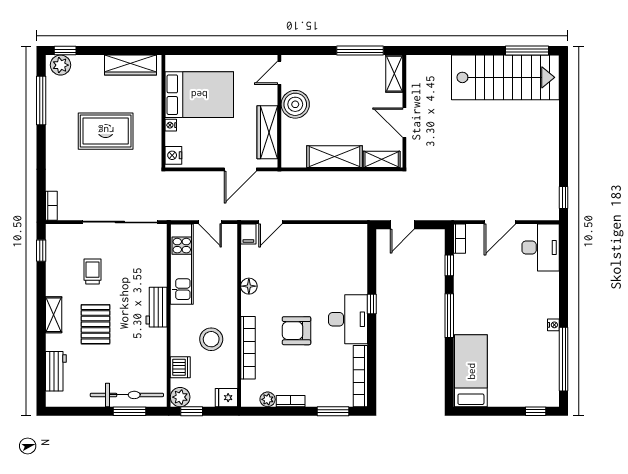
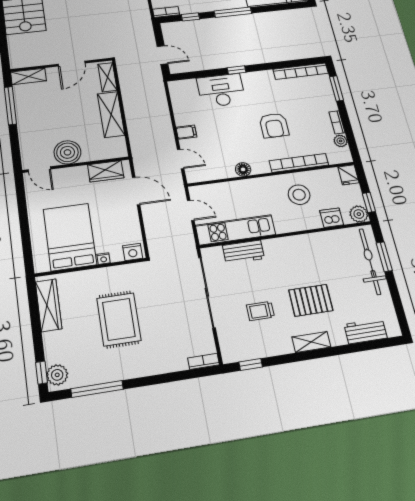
wardrobe: (267, 132) -> (106, 171), width x0.67
door: (210, 222) -> (191, 210), hinge flipped
filing cabinet: (248, 234) -> (186, 132), moved
workbench: (157, 307) -> (244, 252), moved
desk: (348, 319) -> (221, 90), moved

